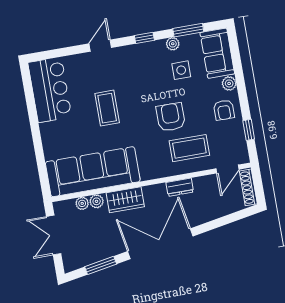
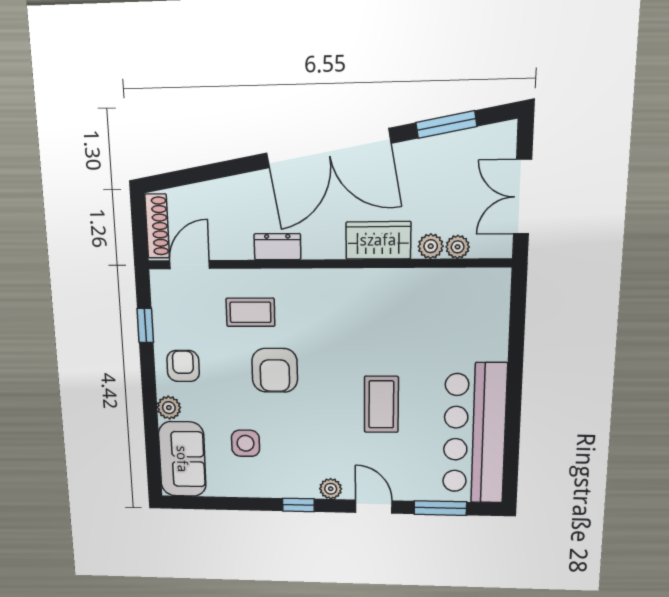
window: (188, 30) -> (440, 508), moved
plant: (173, 44) -> (331, 489), moved
door: (100, 46) -> (374, 507), swing flipped
bar counter: (50, 90) -> (474, 434), width x1.36
coffee table: (189, 148) -> (250, 312), width x0.73, depth x0.77
sofa: (93, 172) -> (427, 300), removed
double door: (54, 235) -> (522, 197), swing flipped

